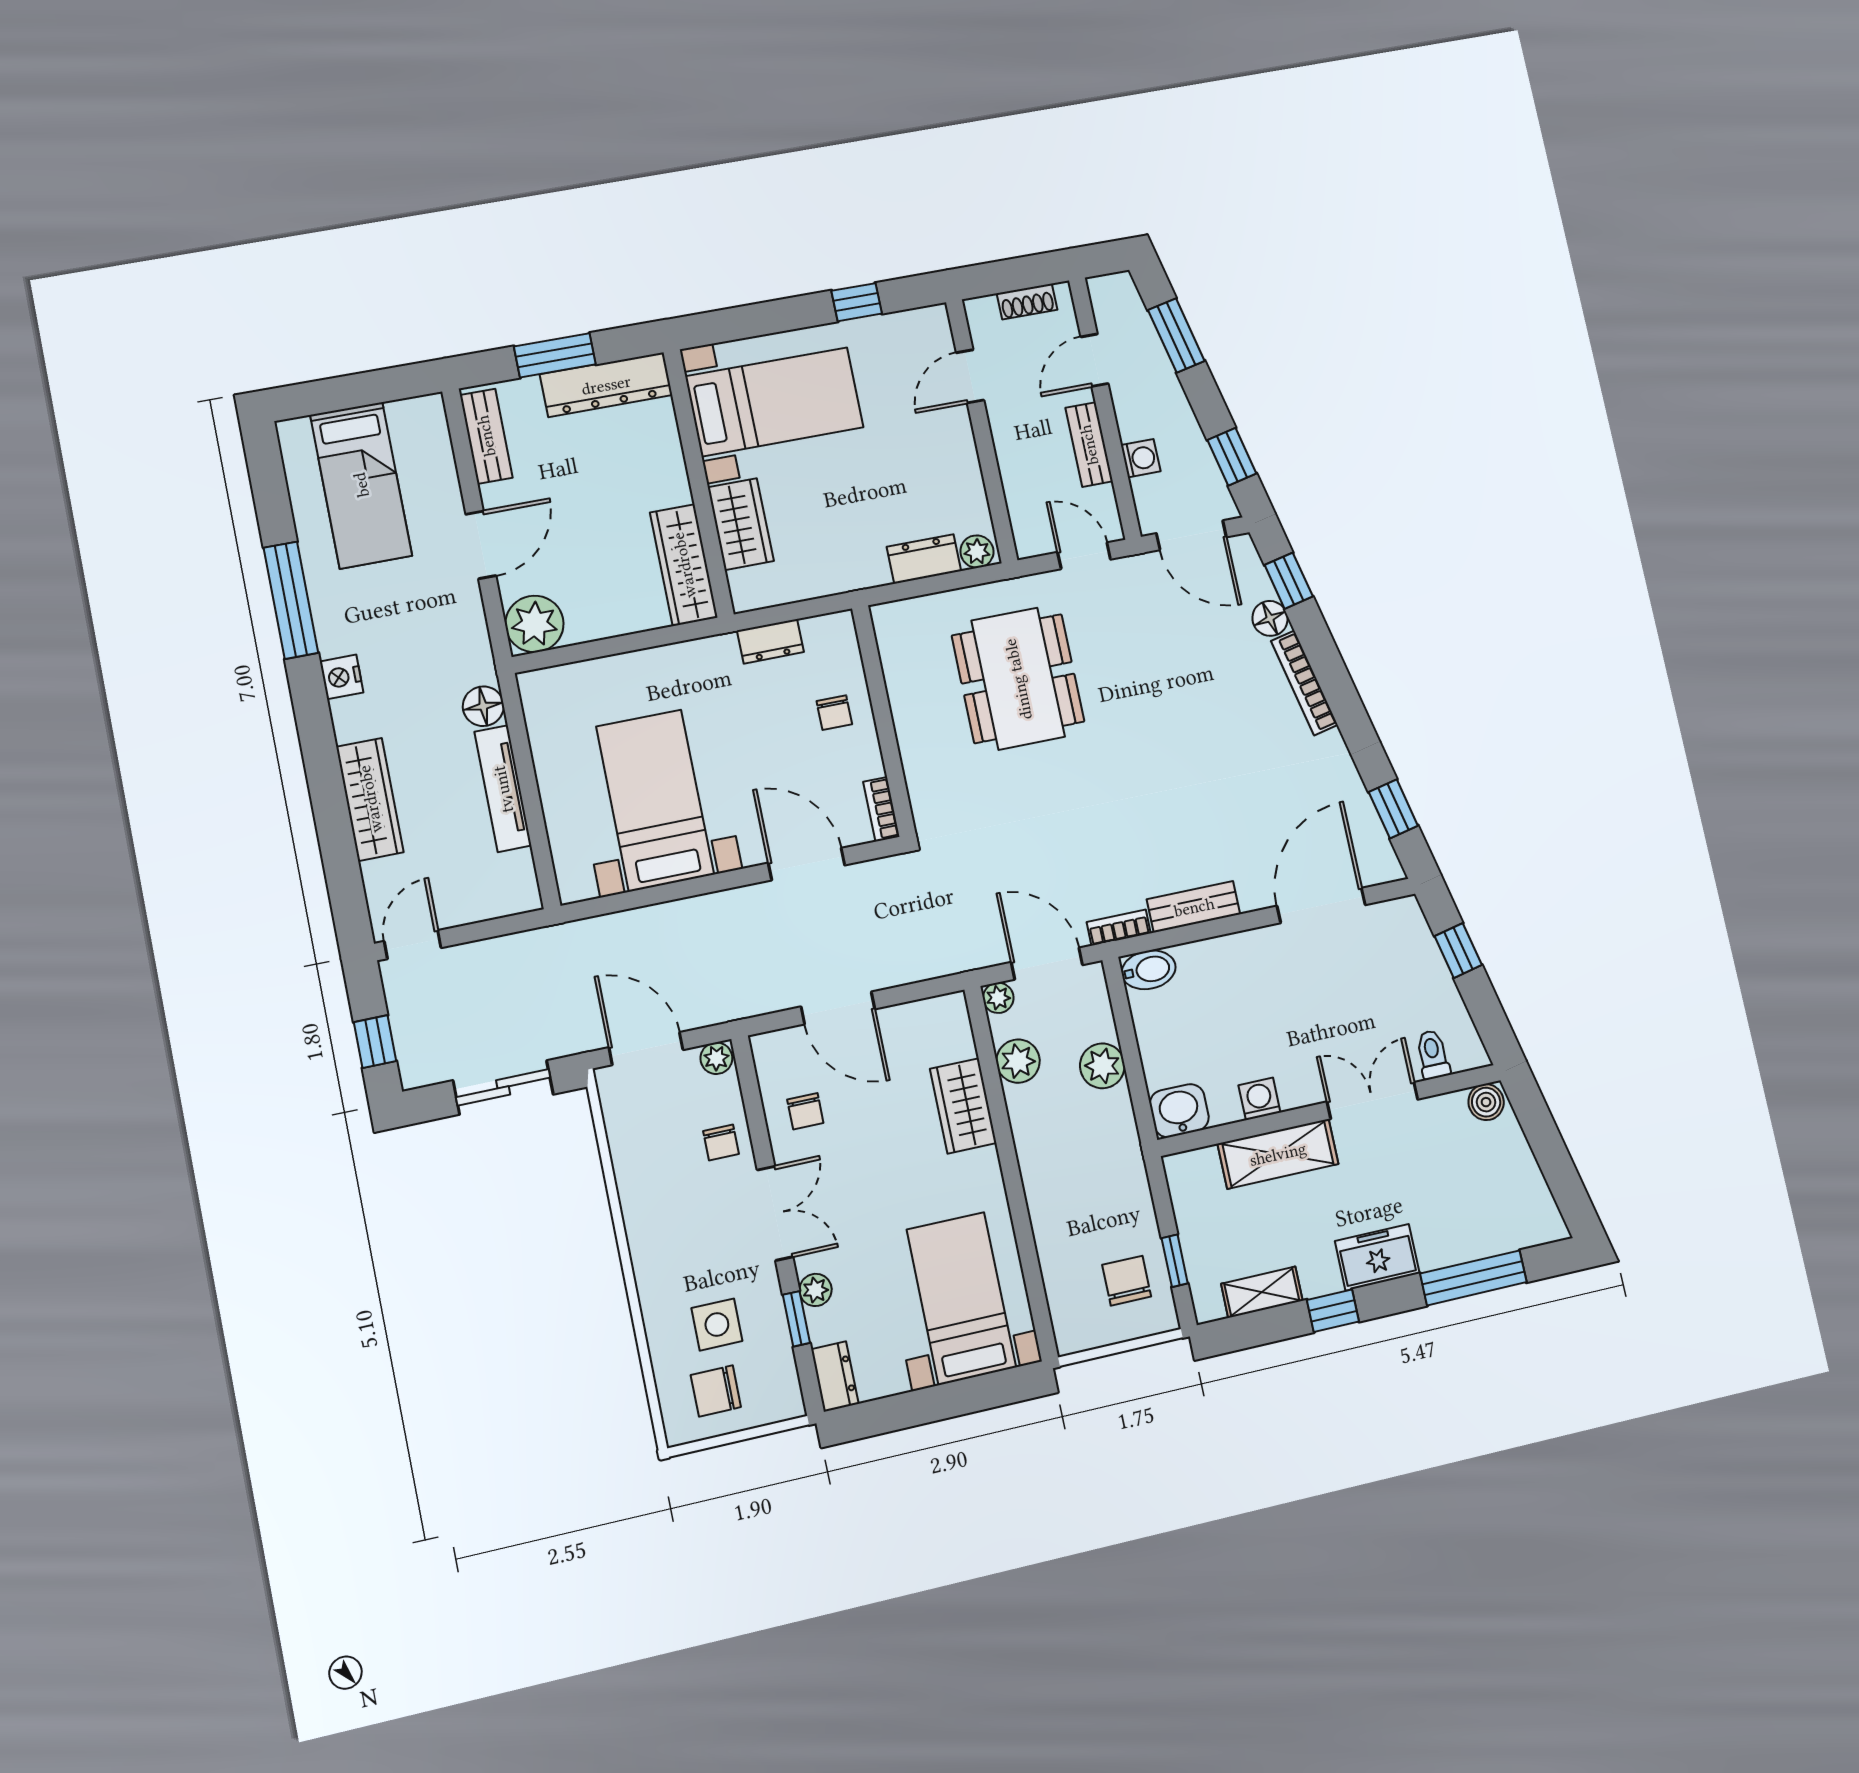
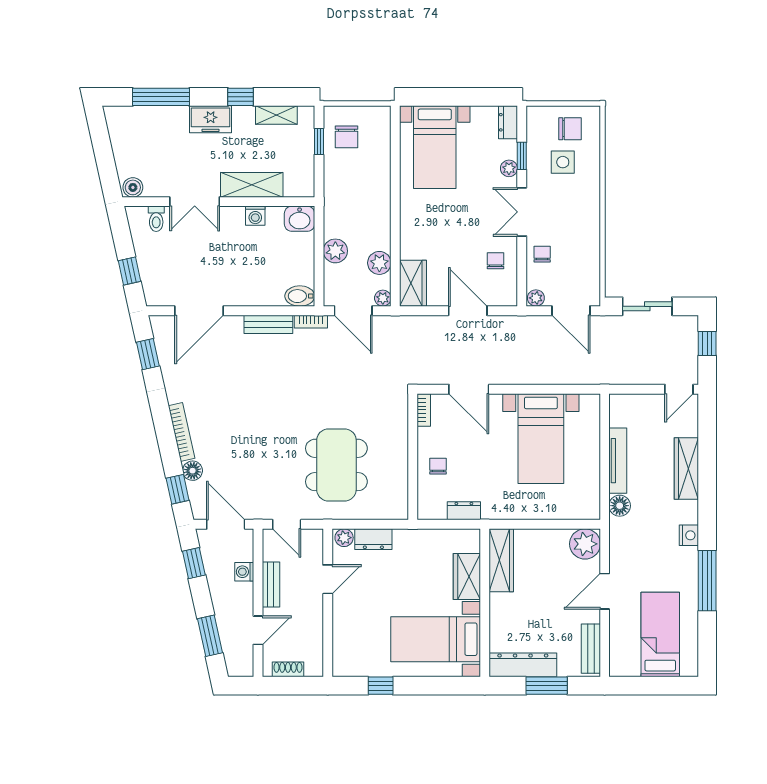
door: (970, 376) -> (328, 579), moved
wardrobe: (963, 1106) -> (413, 283), moved

